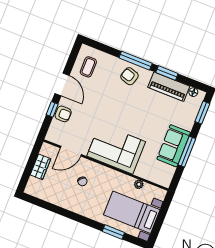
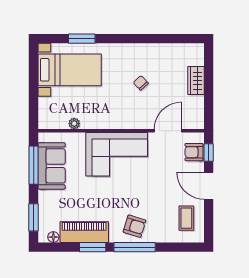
corner sofa: (116, 149) -> (117, 154), moved
door: (71, 151) -> (168, 131), moved
wall: (106, 165) -> (121, 131), moved
plant: (139, 184) -> (74, 124), moved

